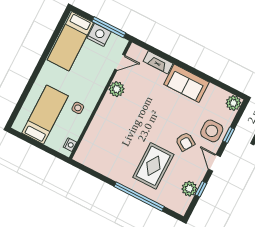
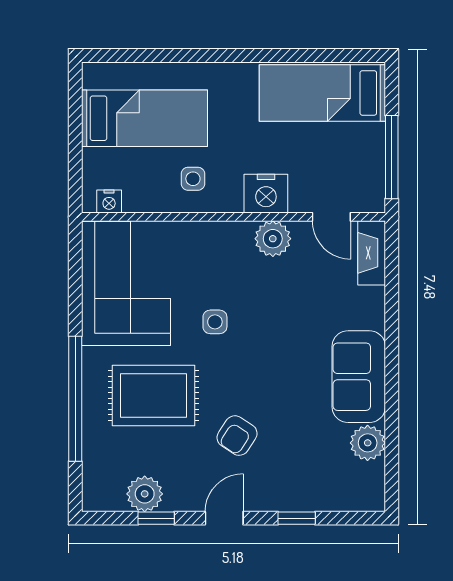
nightstand: (99, 35) -> (266, 194), moved, turned 90
fireplace: (158, 62) -> (372, 253), moved
plant: (233, 103) -> (368, 443), moved
side table: (212, 131) -> (215, 322), moved, width x0.54, depth x0.54
corner sofa: (105, 154) -> (126, 283), added

